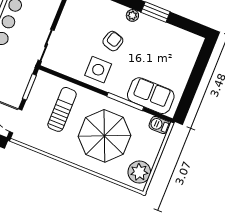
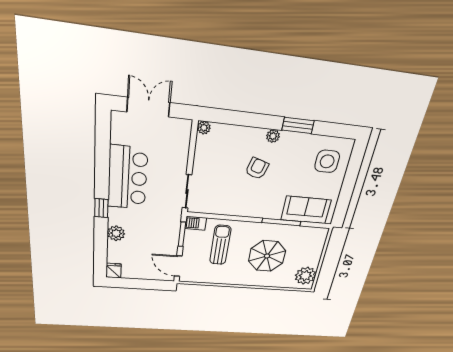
side table: (98, 70) -> (327, 161), moved
barbecue: (159, 125) -> (196, 223), moved
parasol: (104, 136) -> (267, 256), width x0.73, depth x0.73

